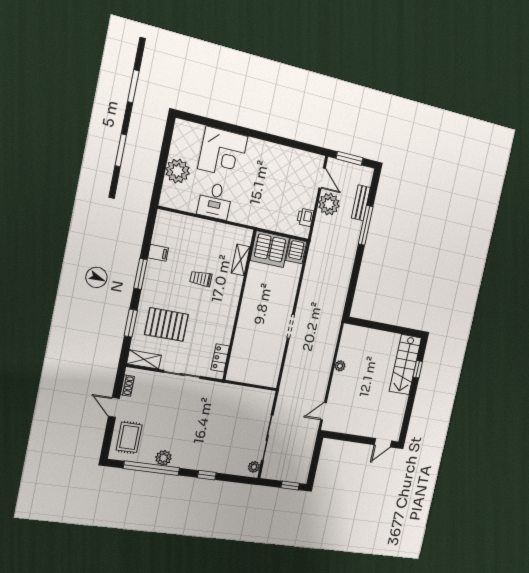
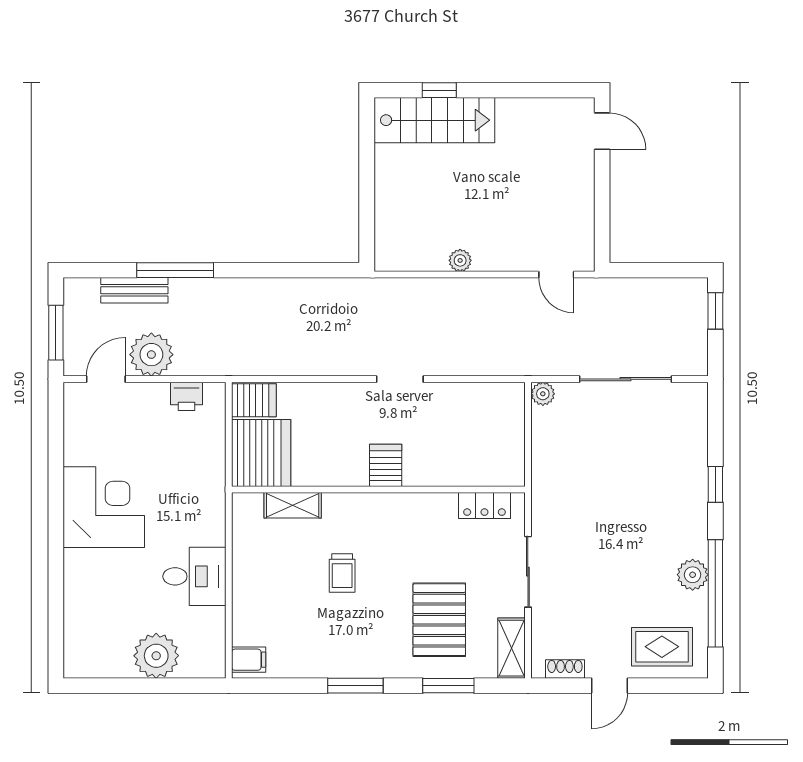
corner desk: (223, 153) -> (104, 507), moved
filing cabinet: (158, 253) -> (249, 660), moved, turned 90
server rack: (250, 311) -> (386, 465), added
plant: (254, 467) -> (543, 394), moved

